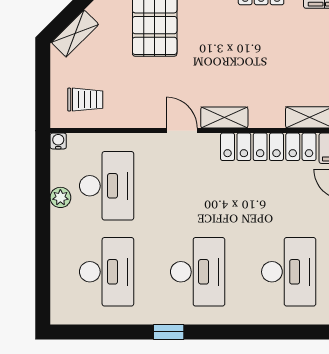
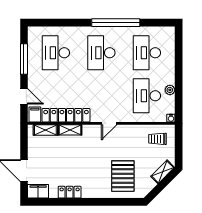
shelving: (224, 117) -> (70, 130), moved
door: (182, 131) -> (109, 123), hinge flipped
window: (169, 332) -> (116, 23), width x3.17

